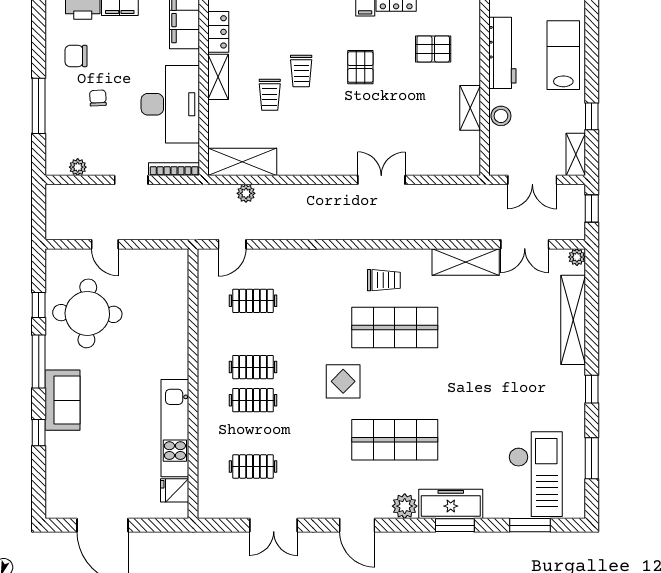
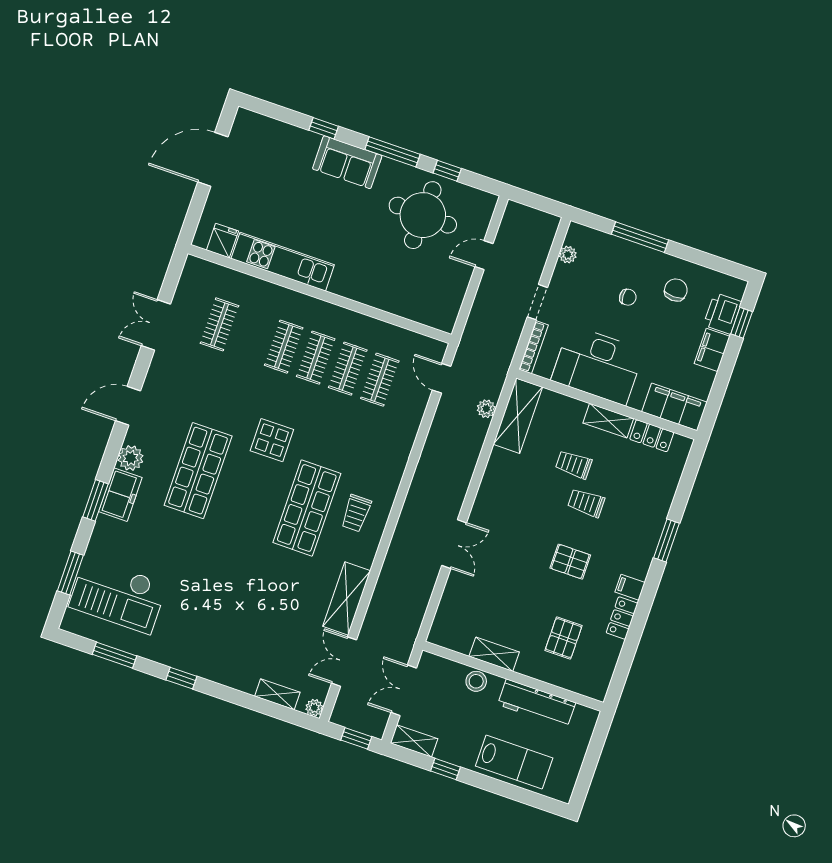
shelving: (573, 320) -> (277, 694), width x0.45, depth x0.75
clothes rail: (253, 334) -> (348, 369), added
freezer: (451, 504) -> (120, 495), width x0.71

